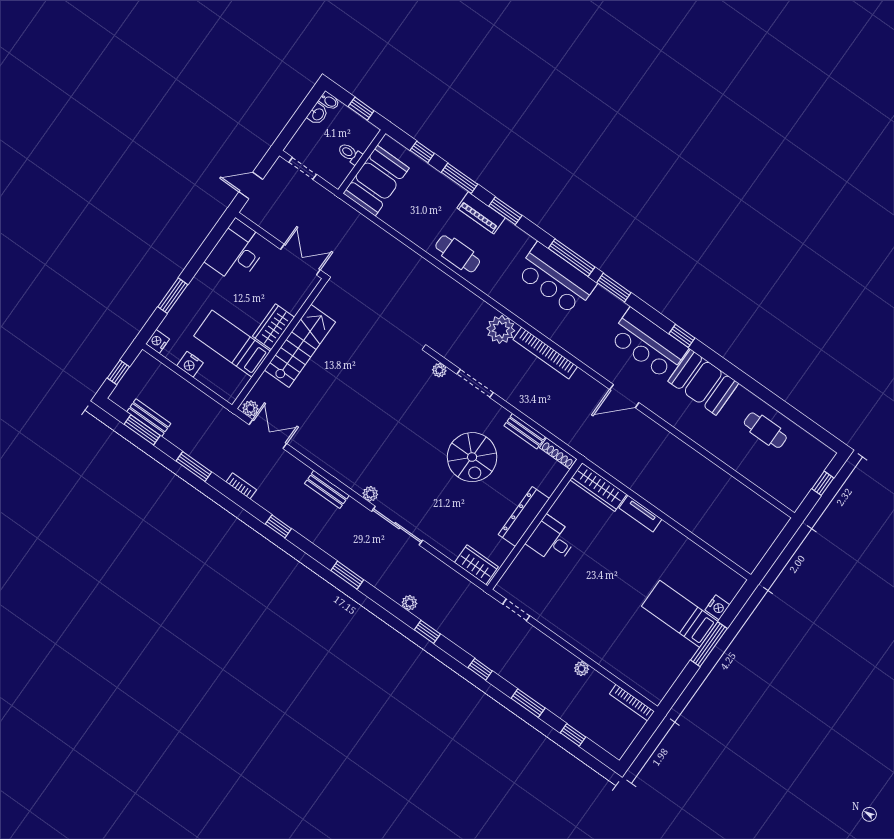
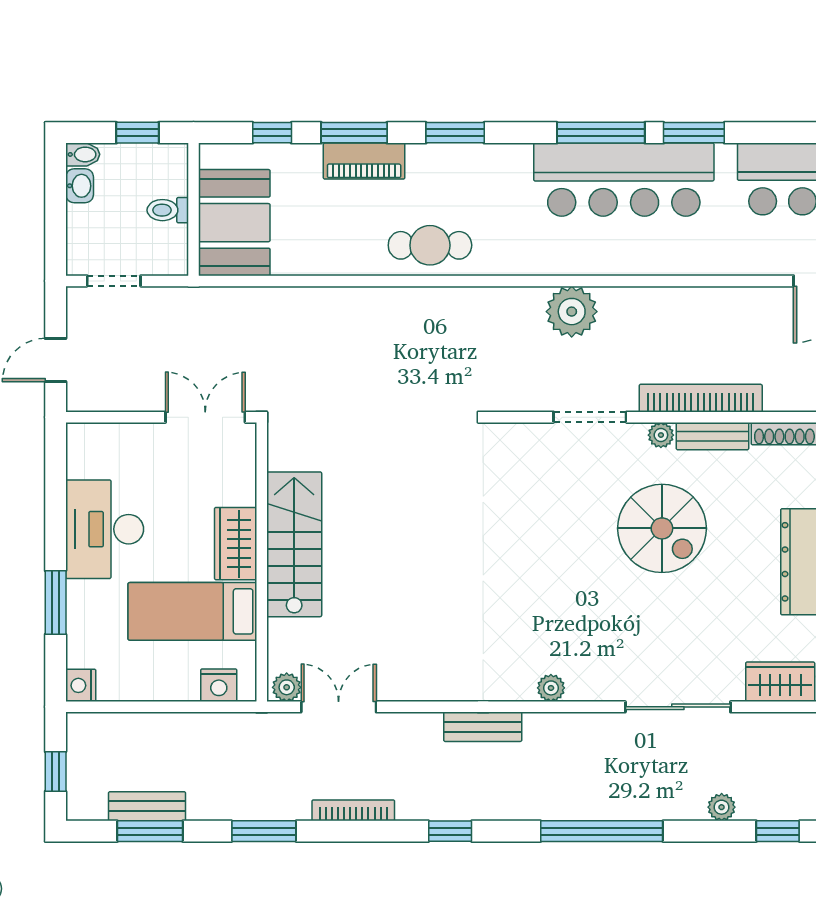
piano: (481, 213) -> (364, 161), moved
desk: (237, 252) -> (105, 529), moved
bar counter: (556, 279) -> (624, 180), width x1.36
bookcase: (545, 353) -> (701, 398), moved, turned 180
nightstand: (190, 364) -> (219, 685), moved
plant: (439, 370) -> (661, 435), moved
bookcase: (241, 486) -> (353, 810), width x1.56
sliding door: (397, 526) -> (678, 707), moved
window: (347, 575) -> (602, 831), width x2.11

